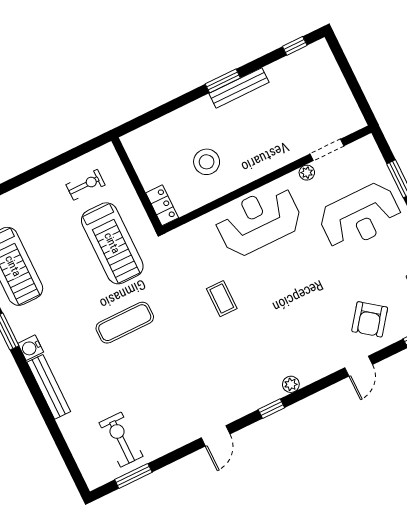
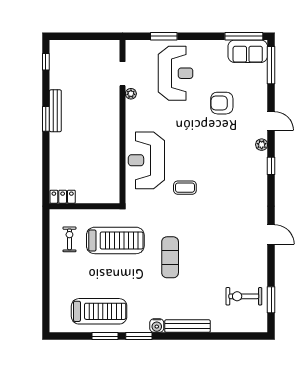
stool: (207, 162) -> (93, 155), removed
locker: (162, 205) -> (63, 197), moved
reception desk: (259, 221) -> (146, 160), moved
armchair: (370, 319) -> (222, 103), moved, turned 143
plant: (291, 384) -> (262, 145), moved
window: (271, 409) -> (271, 166), moved

